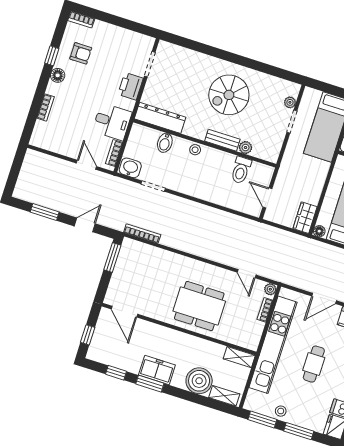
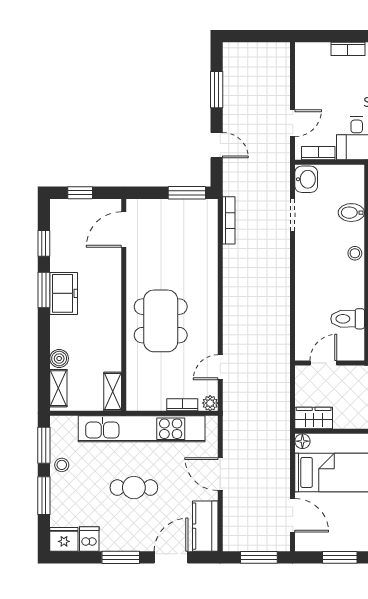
boiler: (199, 381) -> (59, 358), width x0.54, depth x0.54

